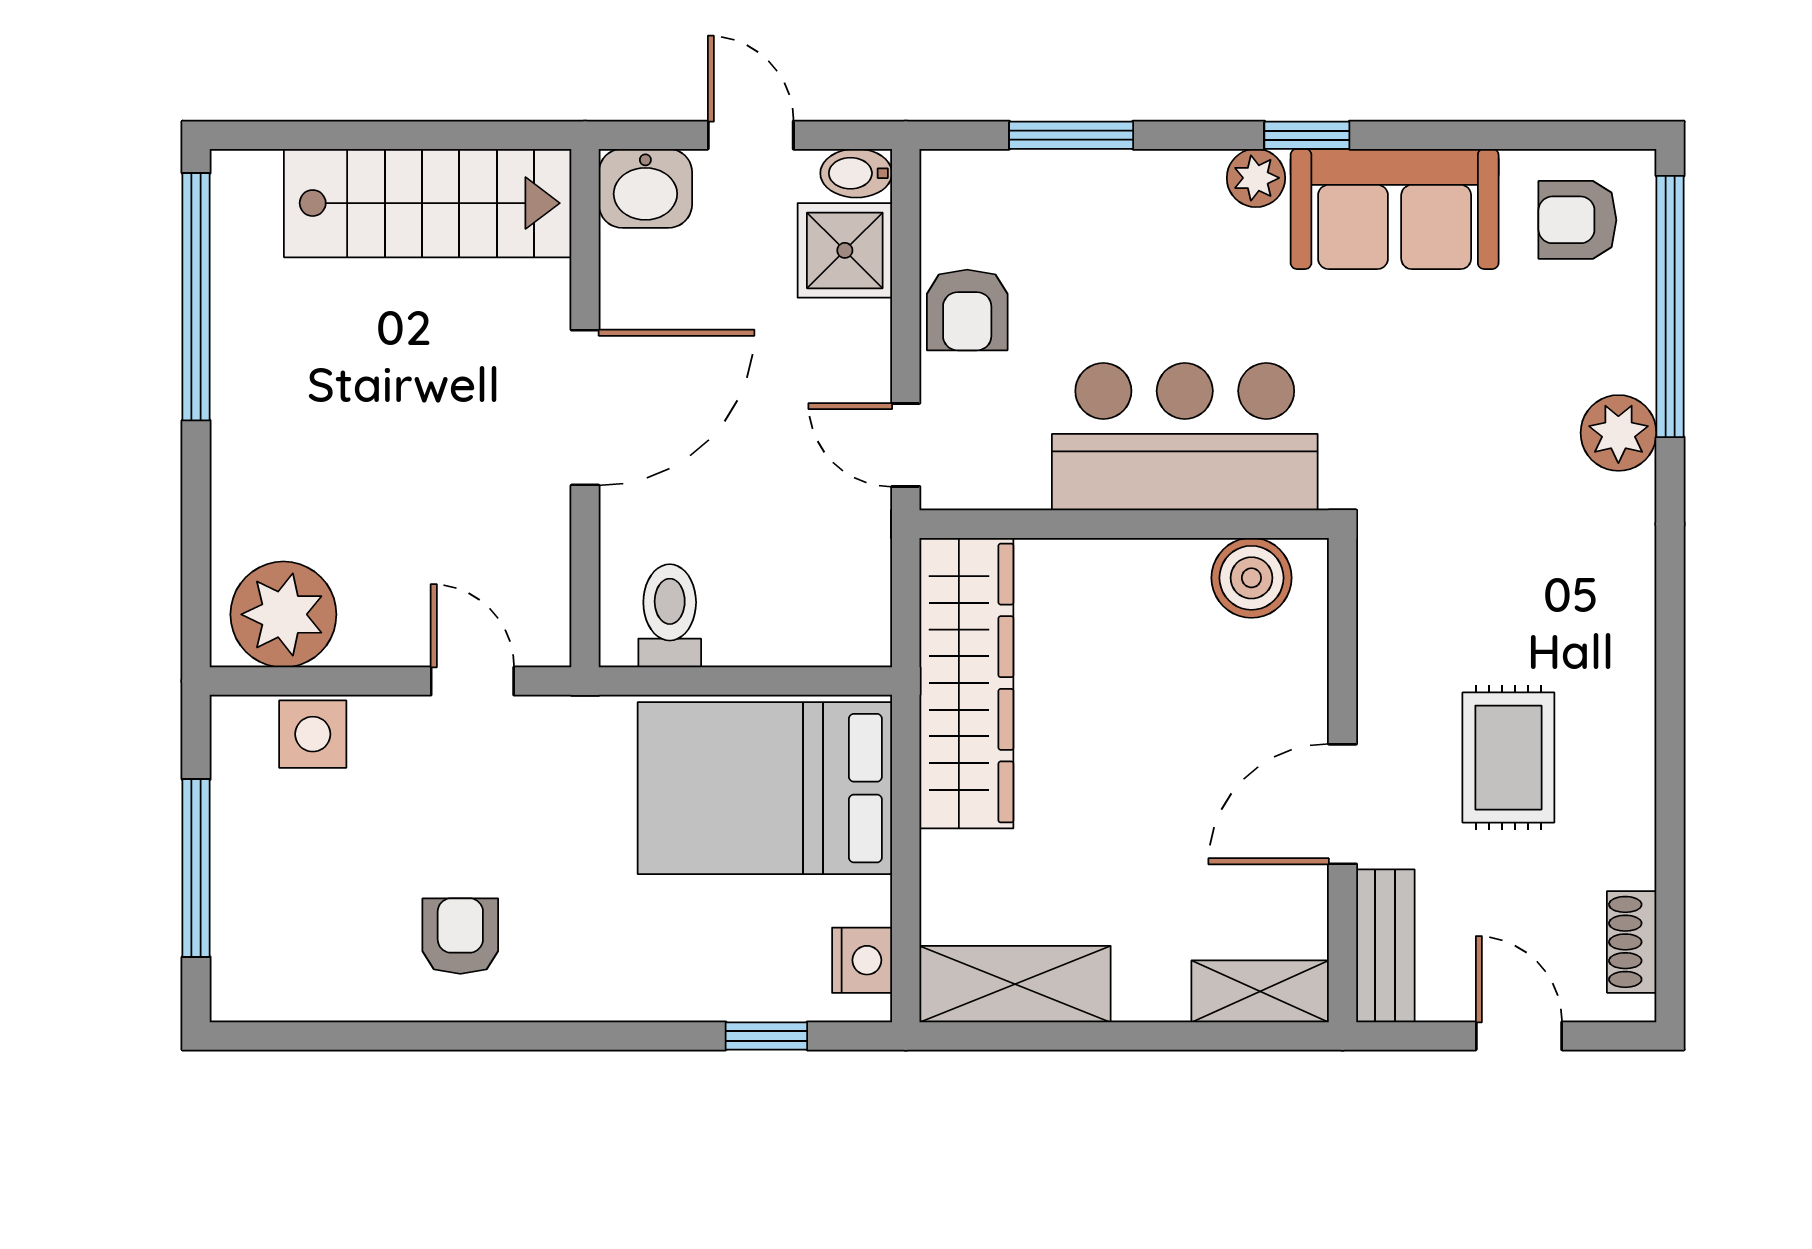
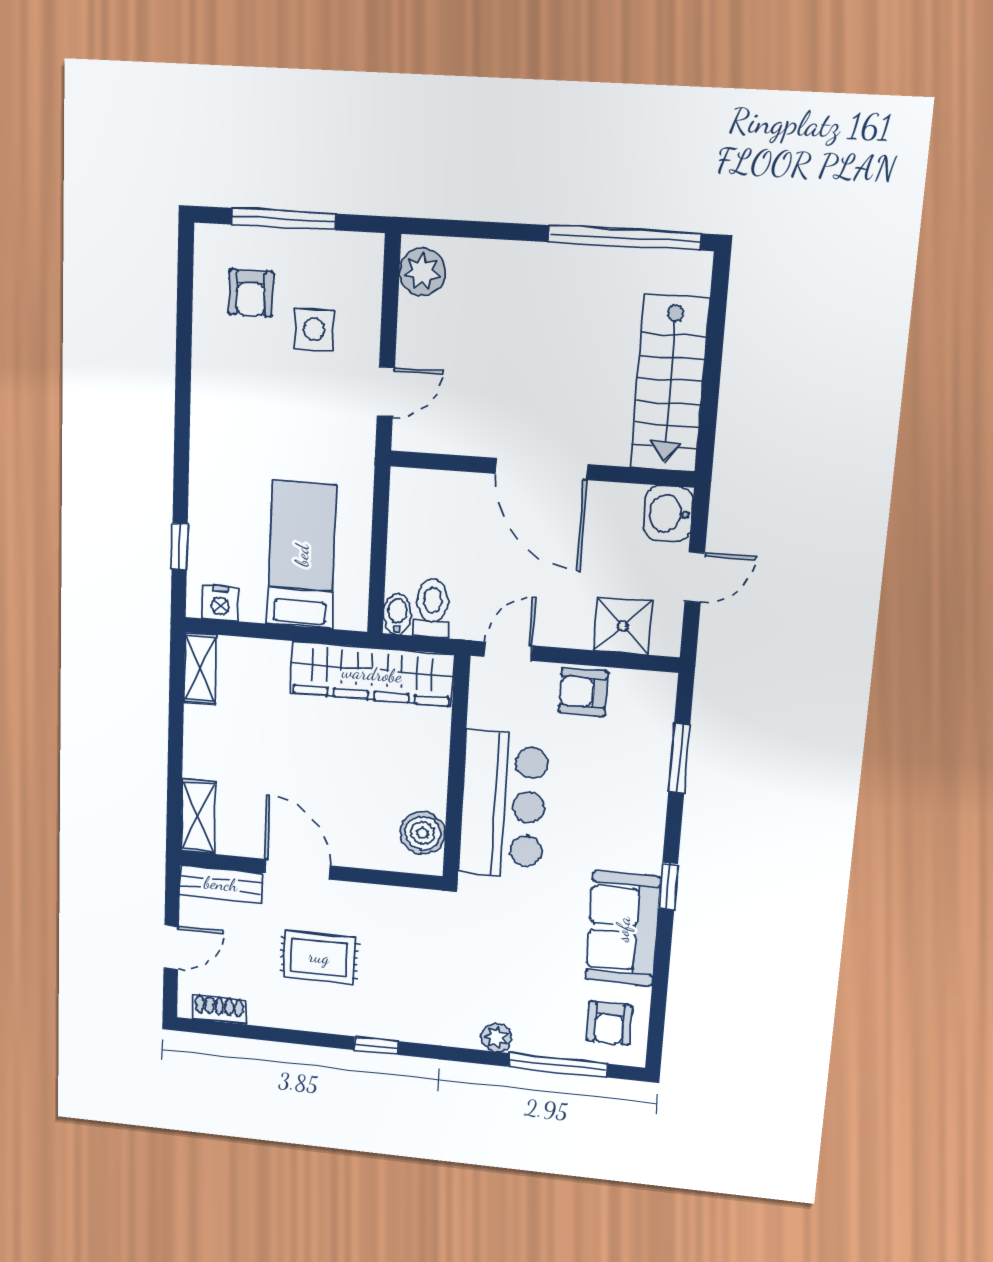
bidet: (856, 173) -> (397, 614), moved
plant: (1256, 178) -> (646, 857), removed
armchair: (1577, 220) -> (609, 1023), turned 180
window: (1670, 307) -> (558, 1065), width x0.68
plant: (1618, 433) -> (496, 1038), width x0.73, depth x0.73
plant: (283, 614) -> (422, 272), width x0.73, depth x0.73
toilet: (670, 616) -> (432, 608), moved, turned -90
window: (1670, 643) -> (376, 1046), added
side table: (313, 734) -> (314, 329), moved
bed: (765, 788) -> (302, 555), width x0.67
armchair: (460, 936) -> (251, 293), moved, turned 90
shelving: (1015, 984) -> (200, 668), width x0.67, depth x0.75

